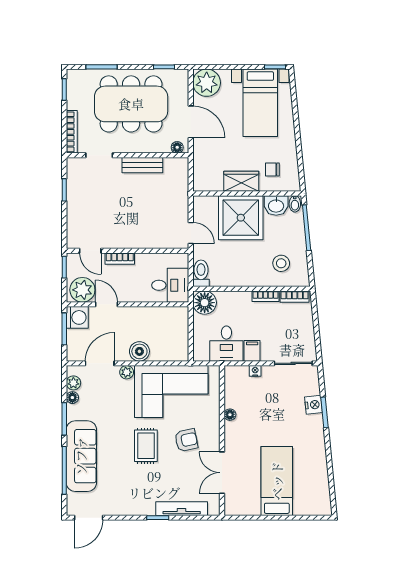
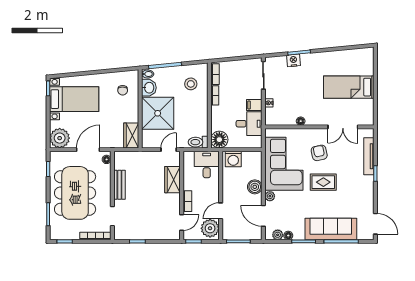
wardrobe: (241, 181) -> (131, 135), moved
wardrobe: (149, 238) -> (172, 180), added
washing machine: (77, 317) -> (233, 159), moved, turned 180

